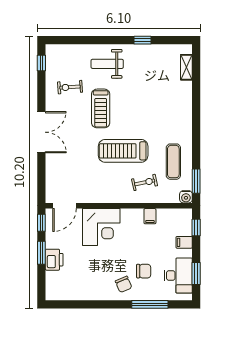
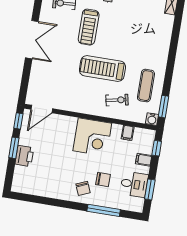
filing cabinet: (150, 216) -> (128, 133), moved
corner desk: (101, 227) -> (92, 137), moved
desk: (178, 276) -> (134, 184), width x0.73

